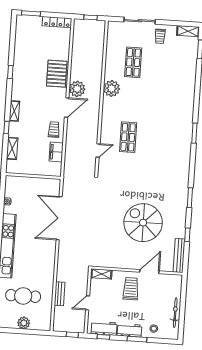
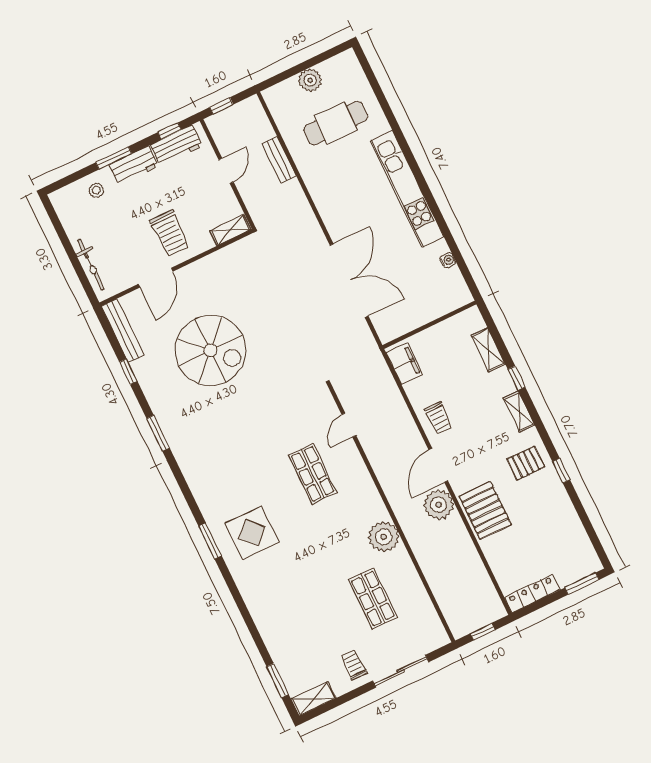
pallet: (25, 85) -> (526, 463), added
display table: (172, 126) -> (252, 533), added
filing cabinet: (56, 152) -> (405, 364), moved
bicycle: (175, 313) -> (91, 265), moved

